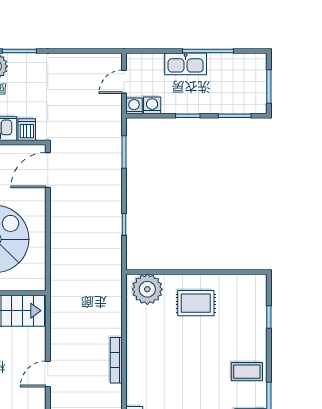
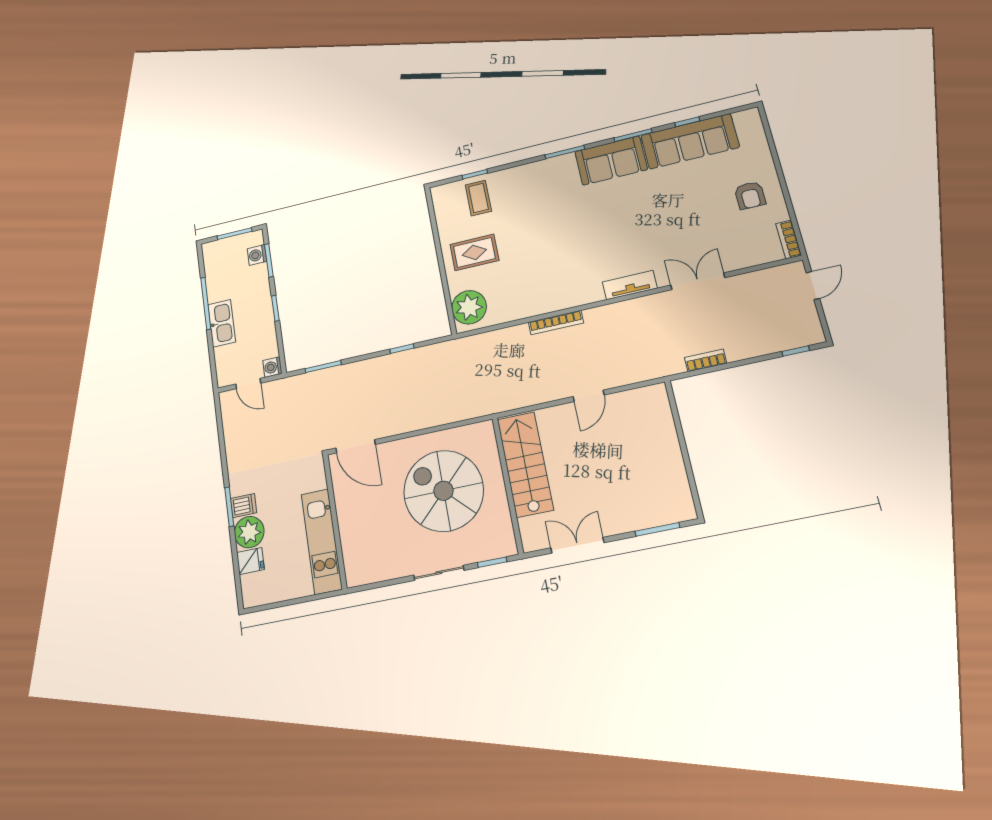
washing machine: (152, 105) -> (257, 255), moved
dishwasher: (27, 130) -> (243, 506), moved, turned 180
rug: (196, 303) -> (474, 252), turned 90
coffee table: (247, 372) -> (478, 198), moved
door: (48, 374) -> (589, 396), hinge flipped

